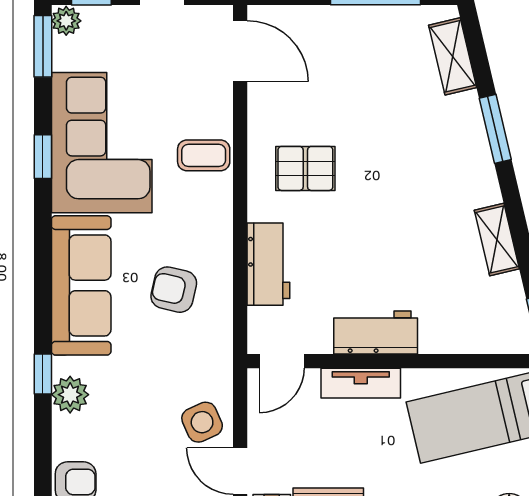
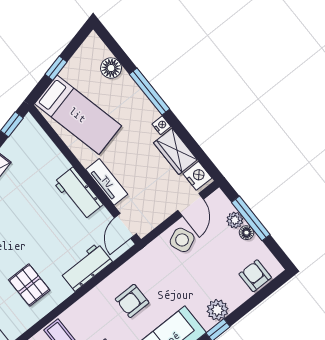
armchair: (174, 290) -> (132, 301), turned 77
door: (282, 361) -> (125, 226), swing flipped

